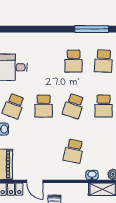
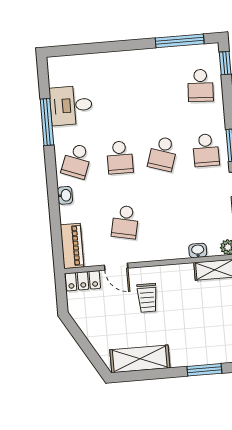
school desk: (74, 61) -> (157, 89), removed
school desk: (74, 151) -> (125, 222), moved

